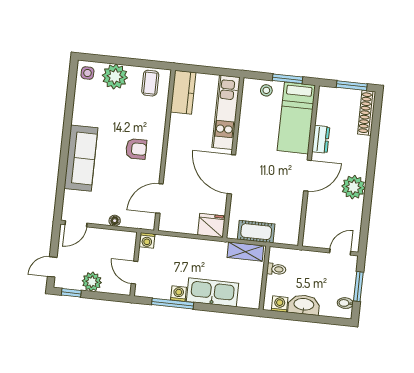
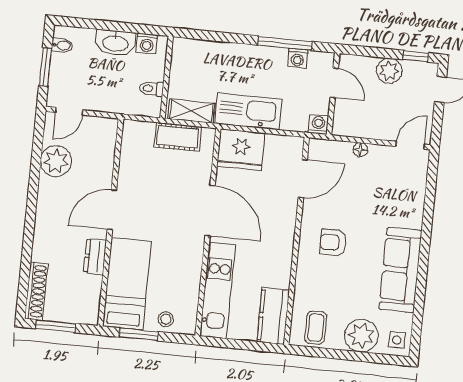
sofa: (81, 158) -> (400, 270), moved
plant: (353, 187) -> (56, 161), moved
fridge: (211, 226) -> (241, 150), width x1.36, depth x1.34
kitchen sink: (213, 292) -> (248, 111), moved, turned 180
washing machine: (179, 294) -> (298, 58), moved

